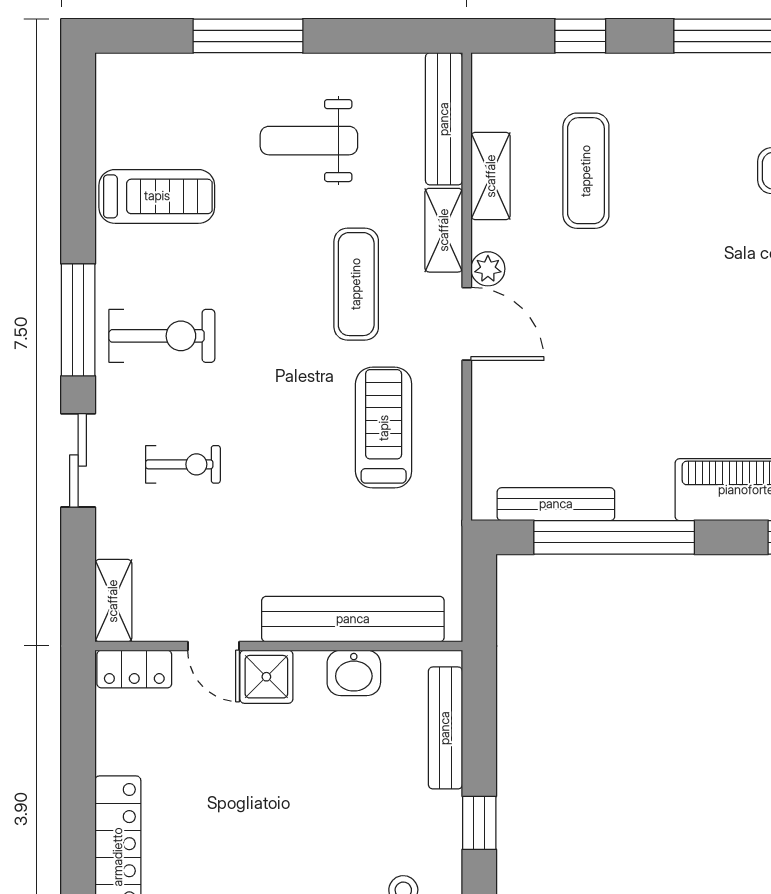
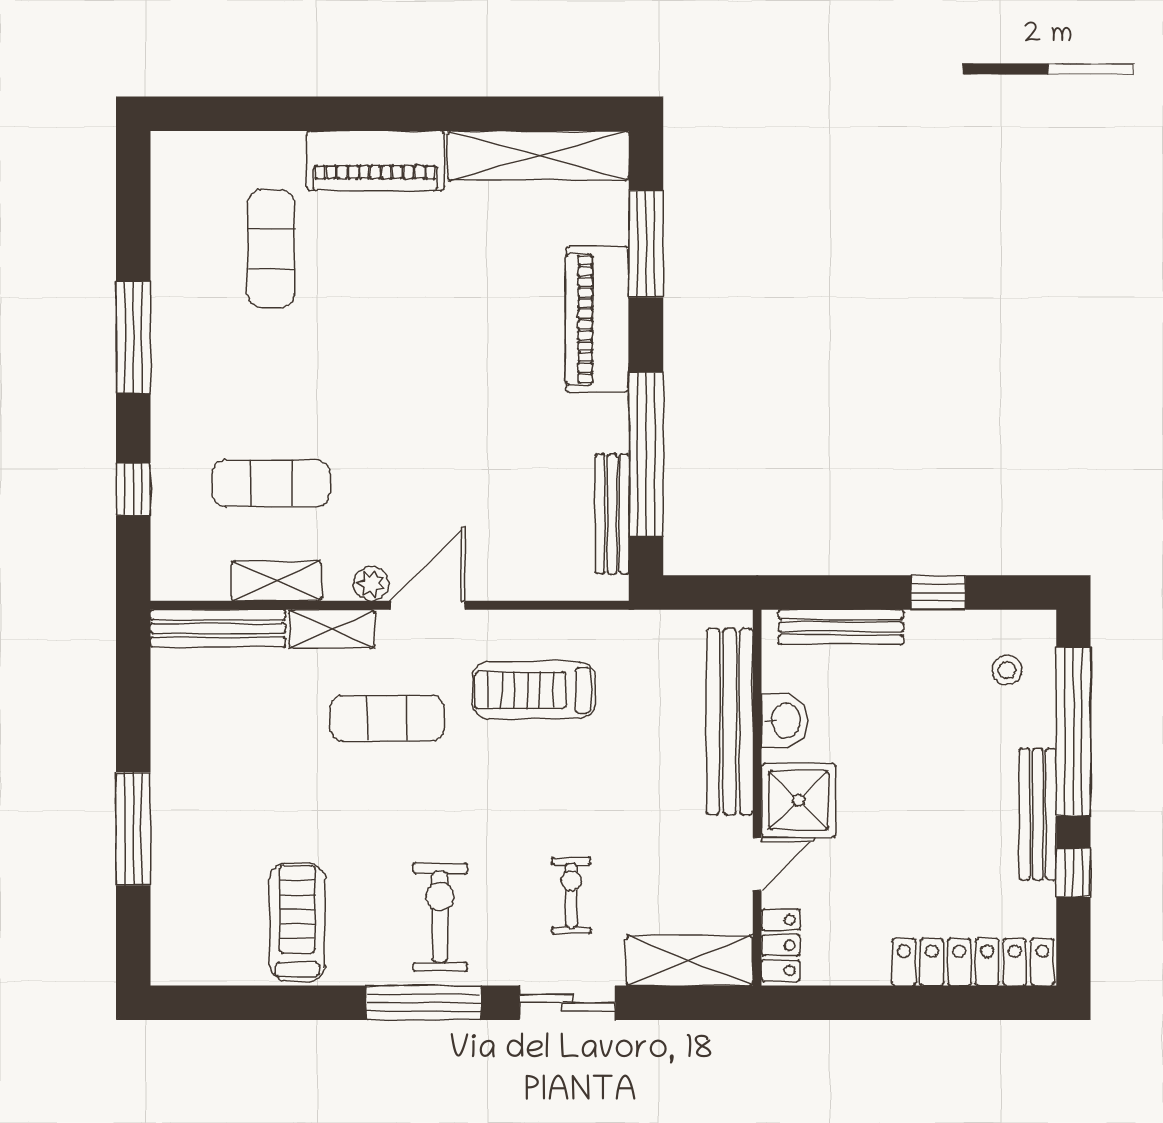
weight bench: (309, 141) -> (240, 767), removed
shelving: (113, 601) -> (690, 960), width x1.50, depth x1.33
shower: (266, 677) -> (798, 800), width x1.36, depth x1.36

